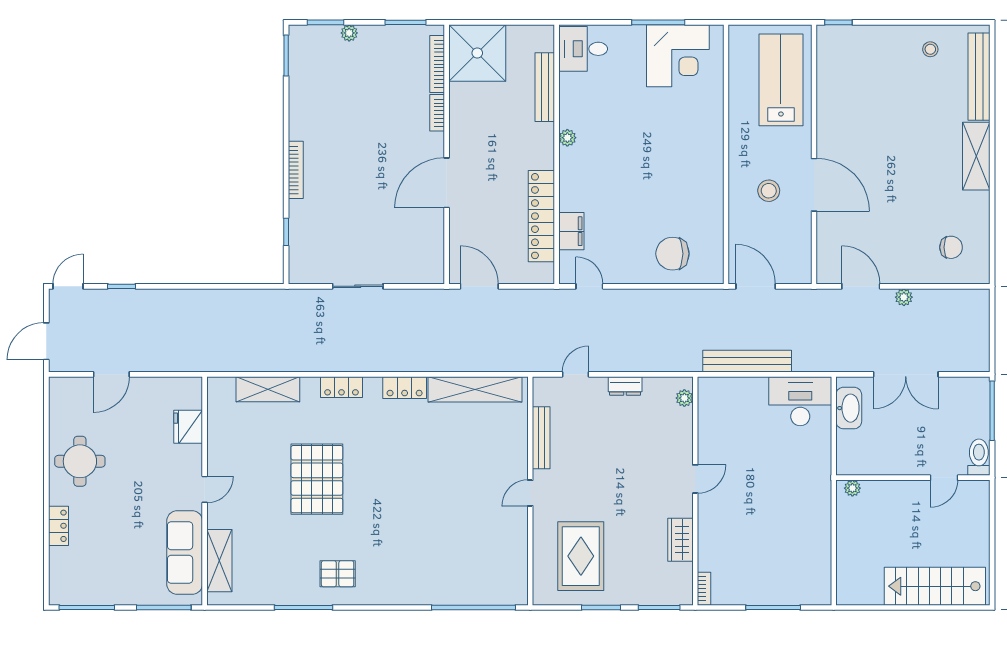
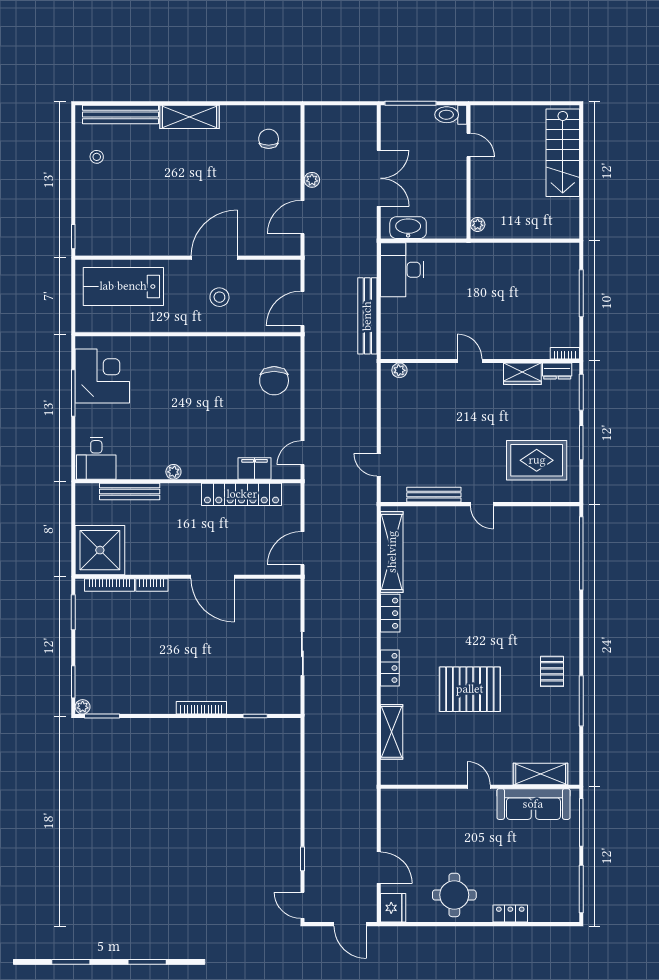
plant: (349, 33) -> (83, 707), moved
dresser: (625, 386) -> (557, 371), moved, turned 90
fridge: (188, 427) -> (393, 908), moved, turned -90

